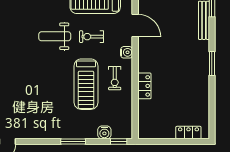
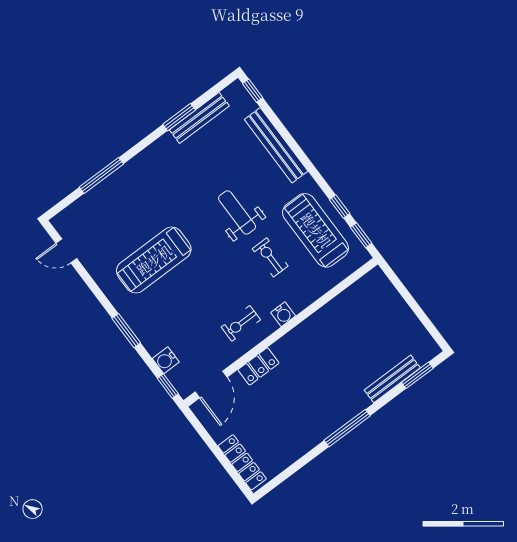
door: (135, 26) -> (211, 384), moved
window: (212, 64) -> (347, 428), width x1.44
treadmill: (86, 84) -> (154, 260), moved
locker: (188, 133) -> (242, 462), width x1.53

